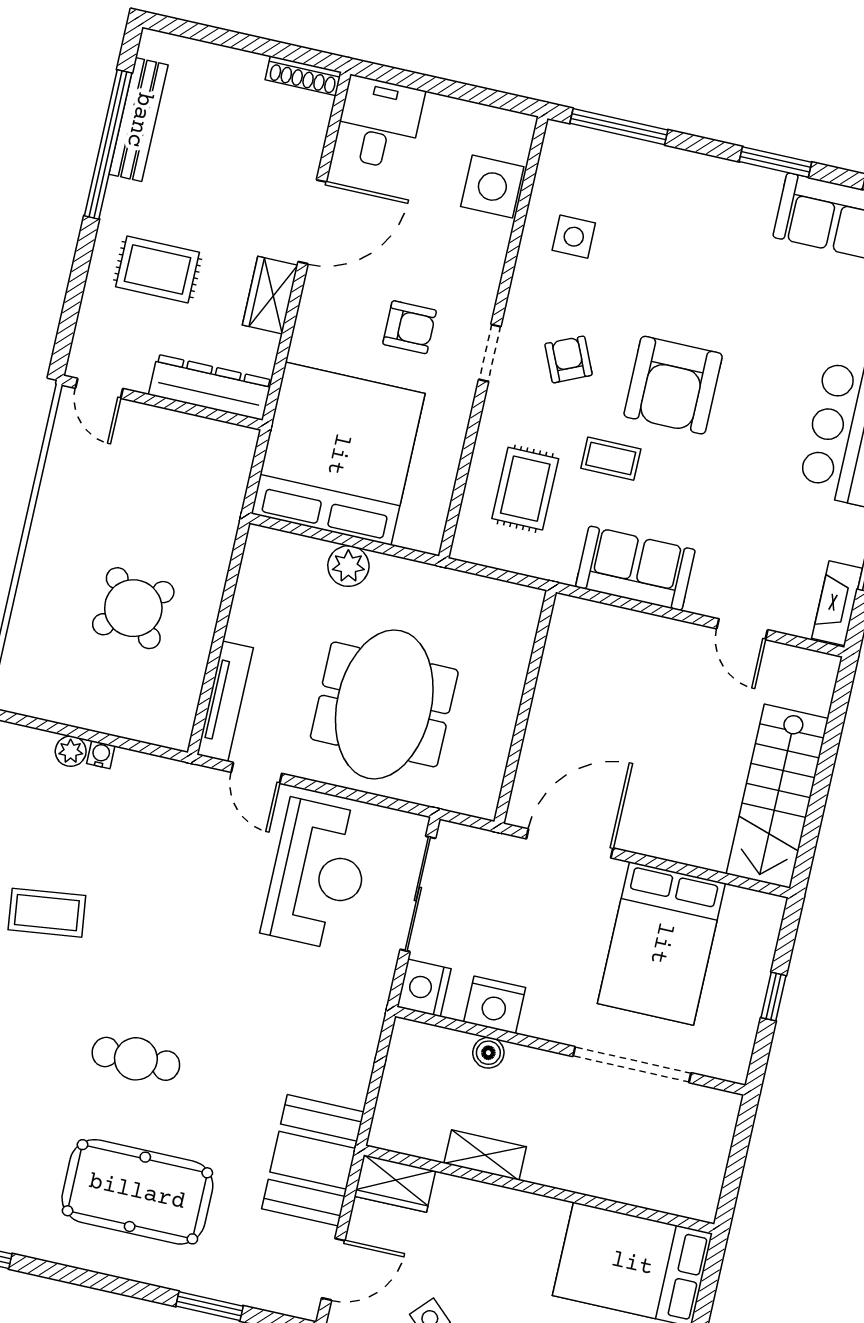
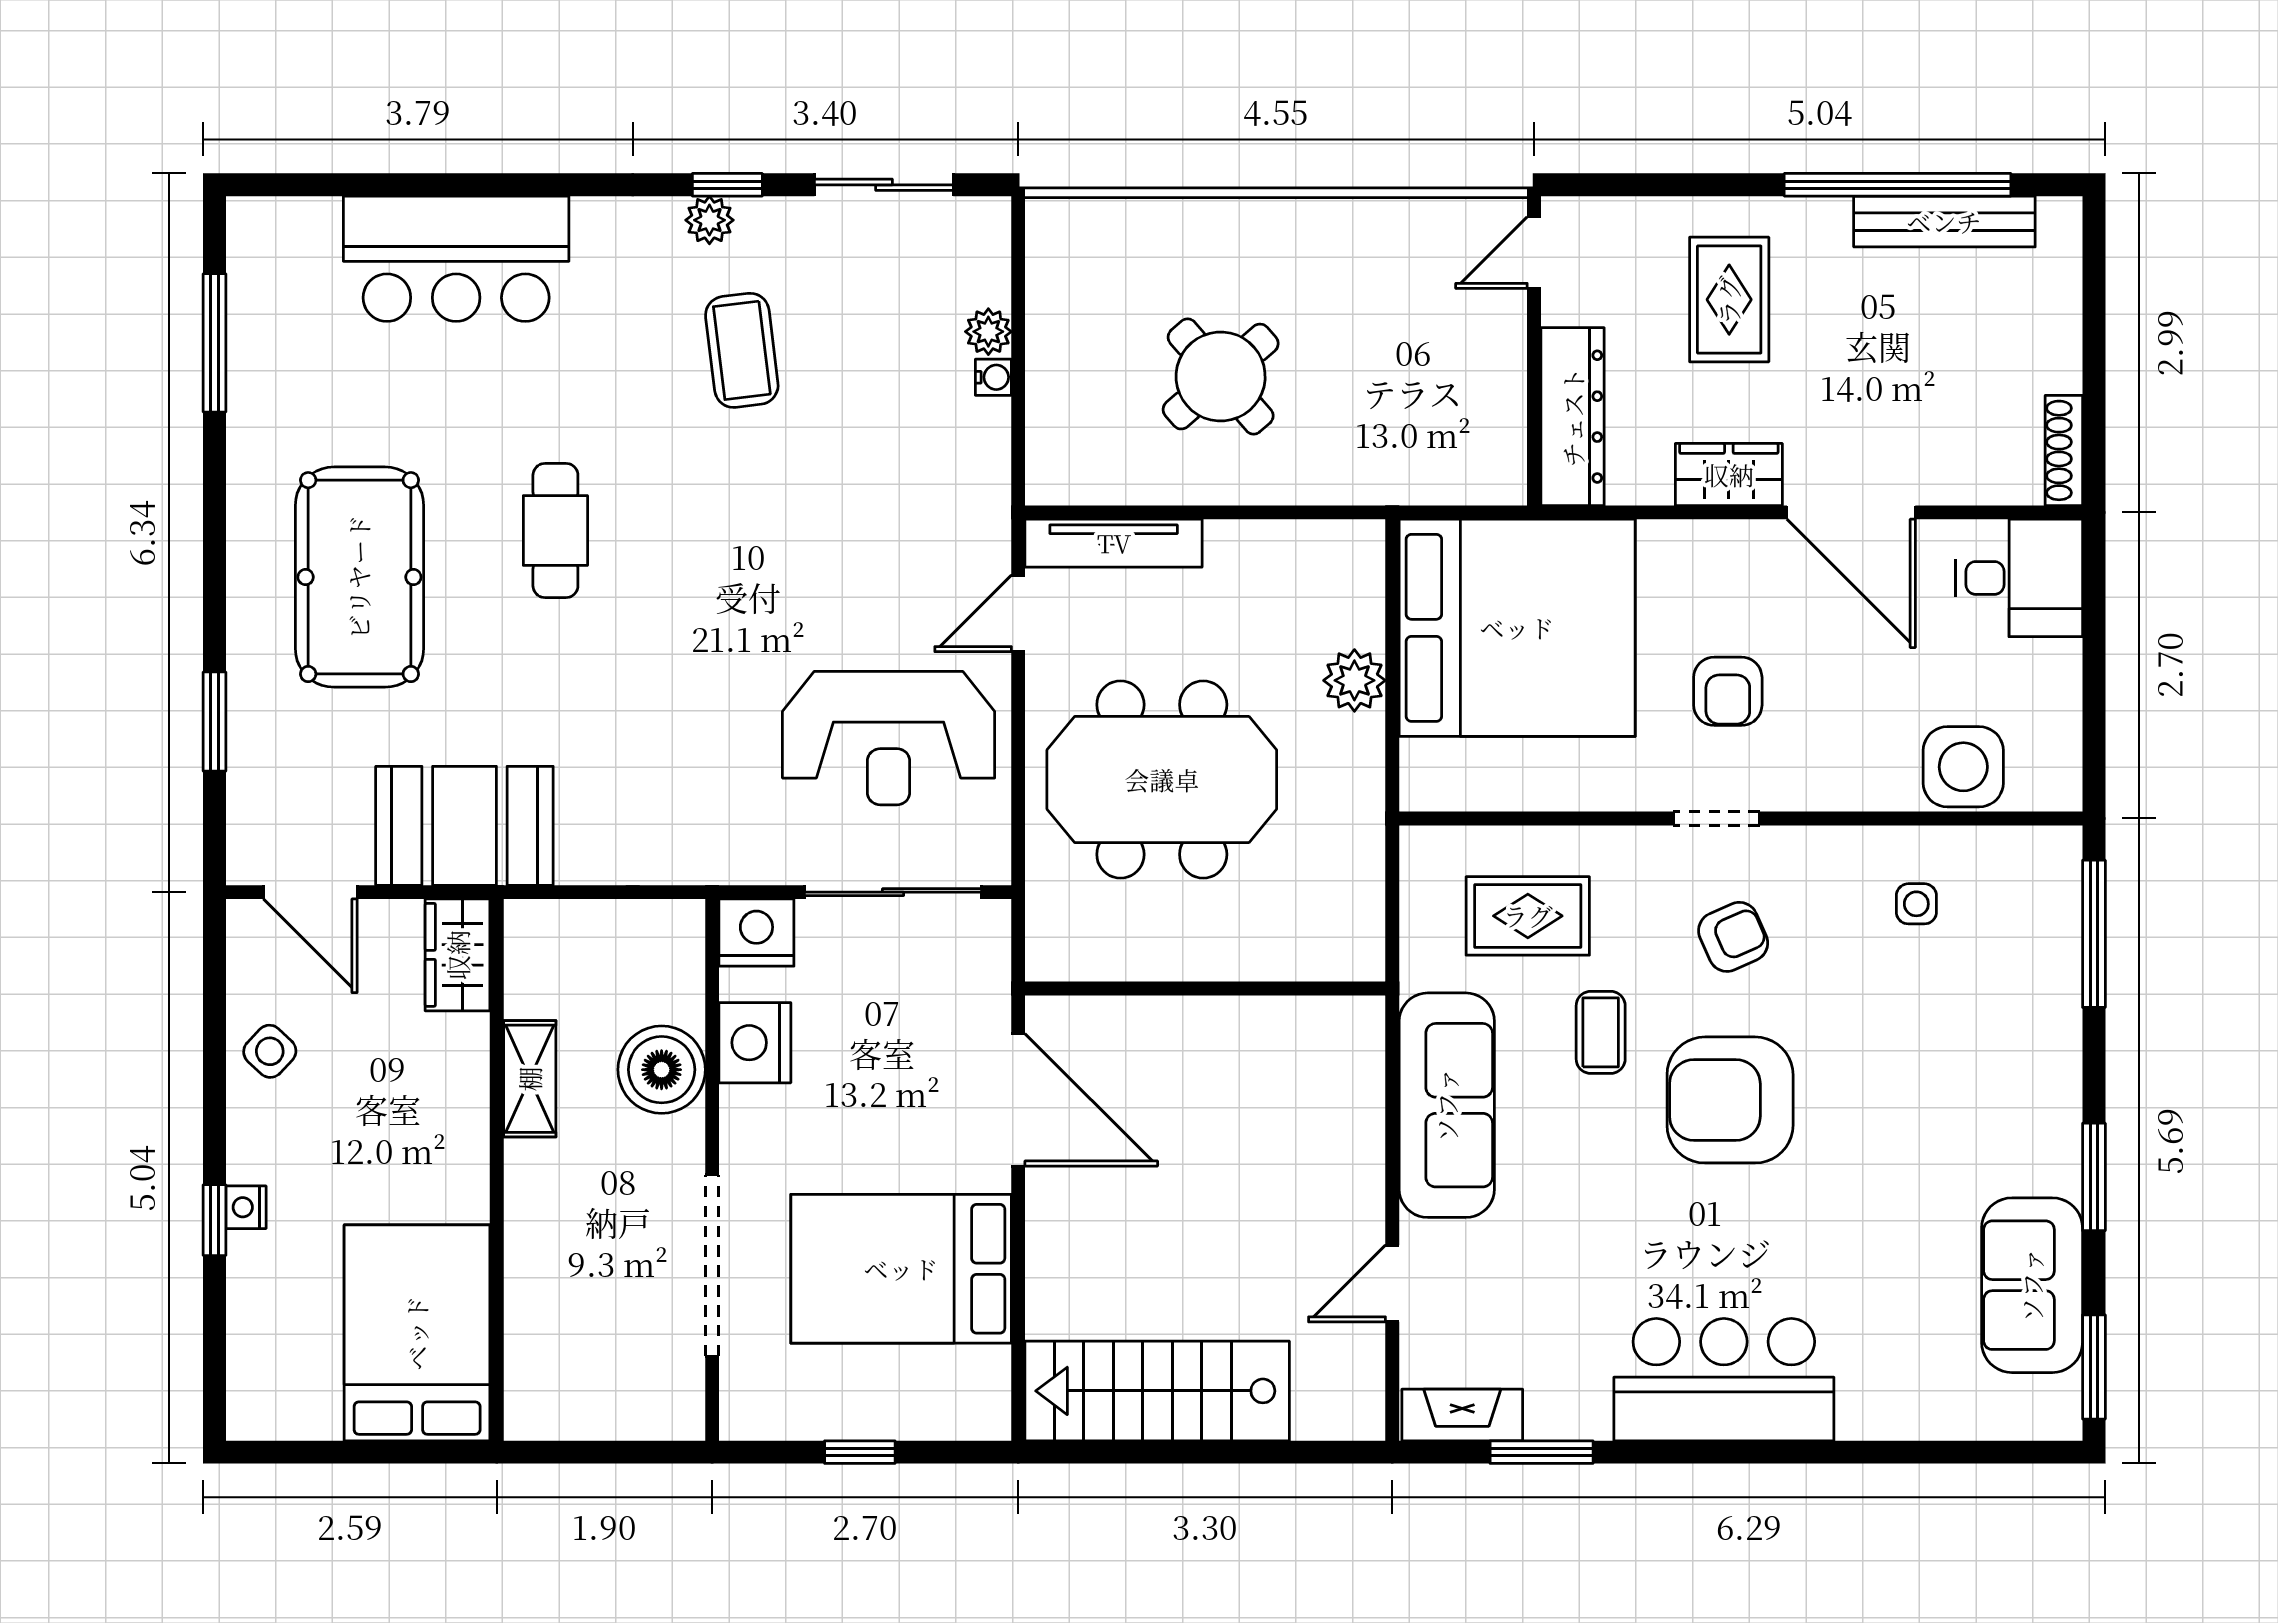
side table: (574, 237) -> (1916, 904), width x0.73, depth x0.73
sofa: (635, 568) -> (1447, 1105), width x1.36
boiler: (488, 1053) -> (662, 1070), width x1.86, depth x1.86

